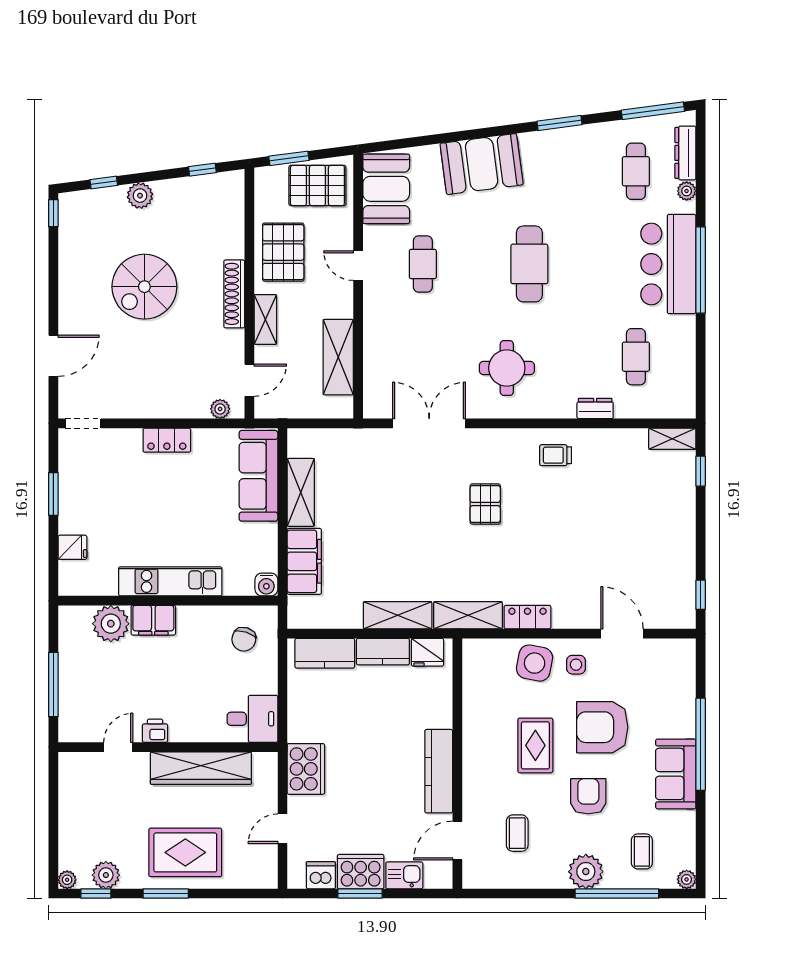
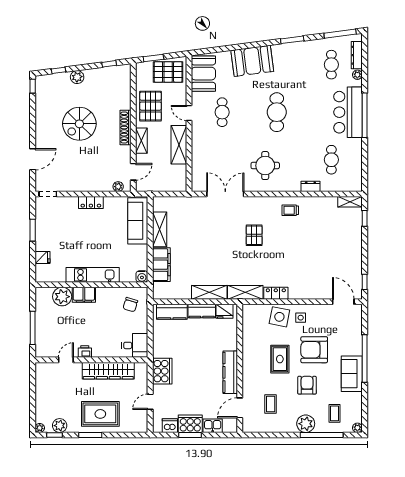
shelving: (338, 357) -> (179, 145), moved
door: (622, 634) -> (343, 302), moved

